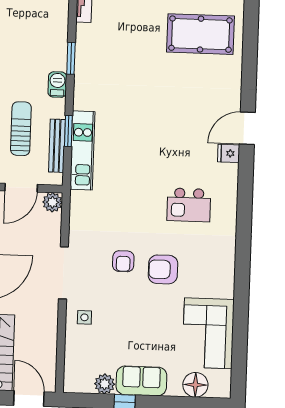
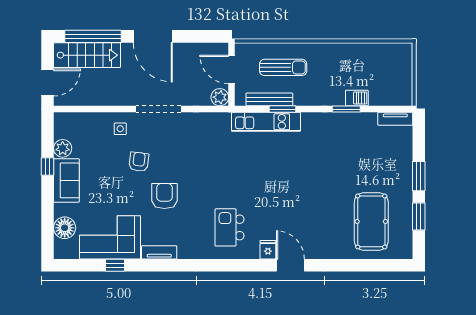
barbecue: (57, 85) -> (357, 98), moved
kitchen island: (189, 205) -> (230, 227), moved
armchair: (123, 261) -> (139, 162), moved, turned 97
tv unit: (227, 278) -> (159, 252), added
window: (240, 329) -> (115, 265), added

